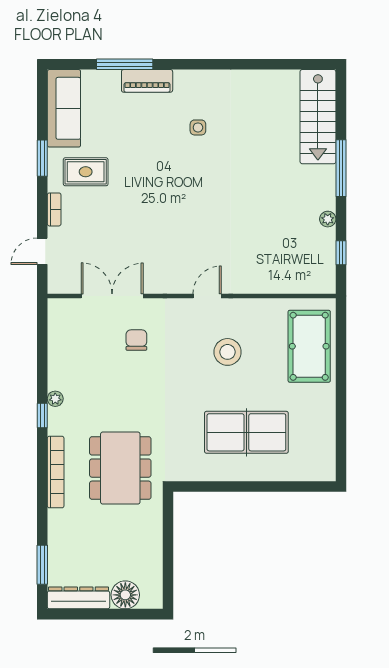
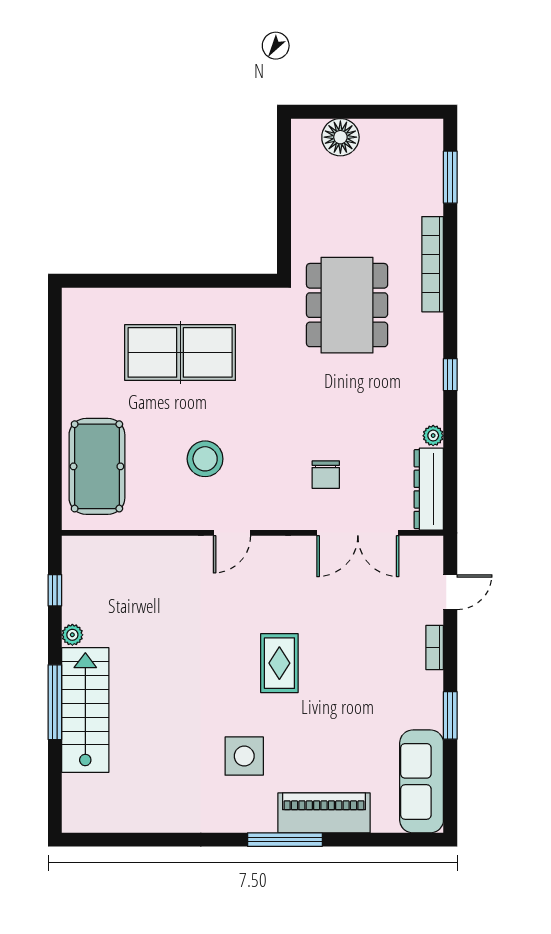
window: (125, 64) -> (285, 840), moved
piano: (147, 81) -> (324, 813), width x1.37, depth x1.33
stairs: (318, 117) -> (85, 710), moved
side table: (198, 127) -> (244, 756), width x1.87, depth x1.87
rug: (86, 172) -> (279, 663), moved, turned 90
plant: (55, 399) -> (433, 436), moved
bookcase: (56, 472) -> (433, 264), moved
dresser: (79, 598) -> (429, 489), moved, turned 90

